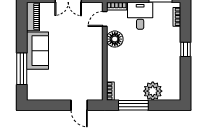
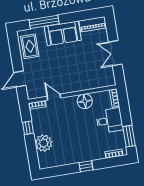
door: (105, 19) -> (54, 97), moved
rug: (46, 89) -> (30, 46), added
window: (133, 105) -> (28, 128), width x0.46

